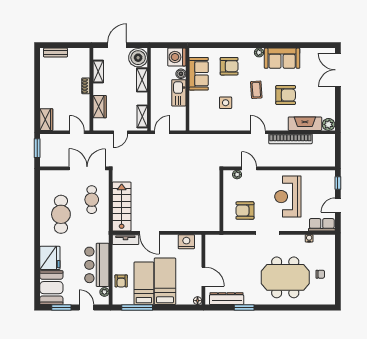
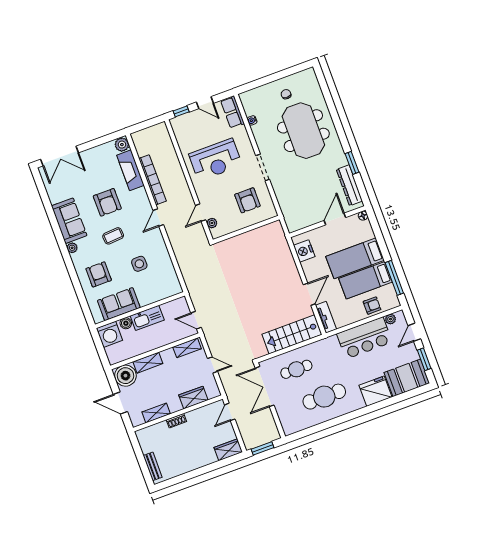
armchair: (286, 95) -> (107, 202), turned 180

